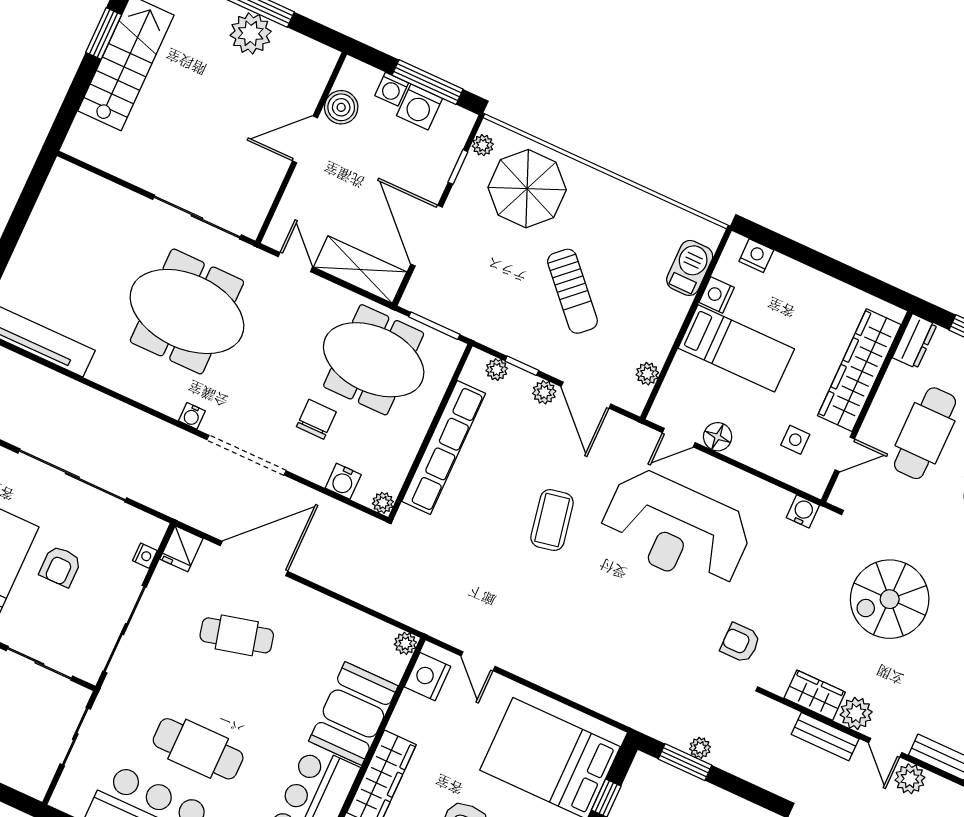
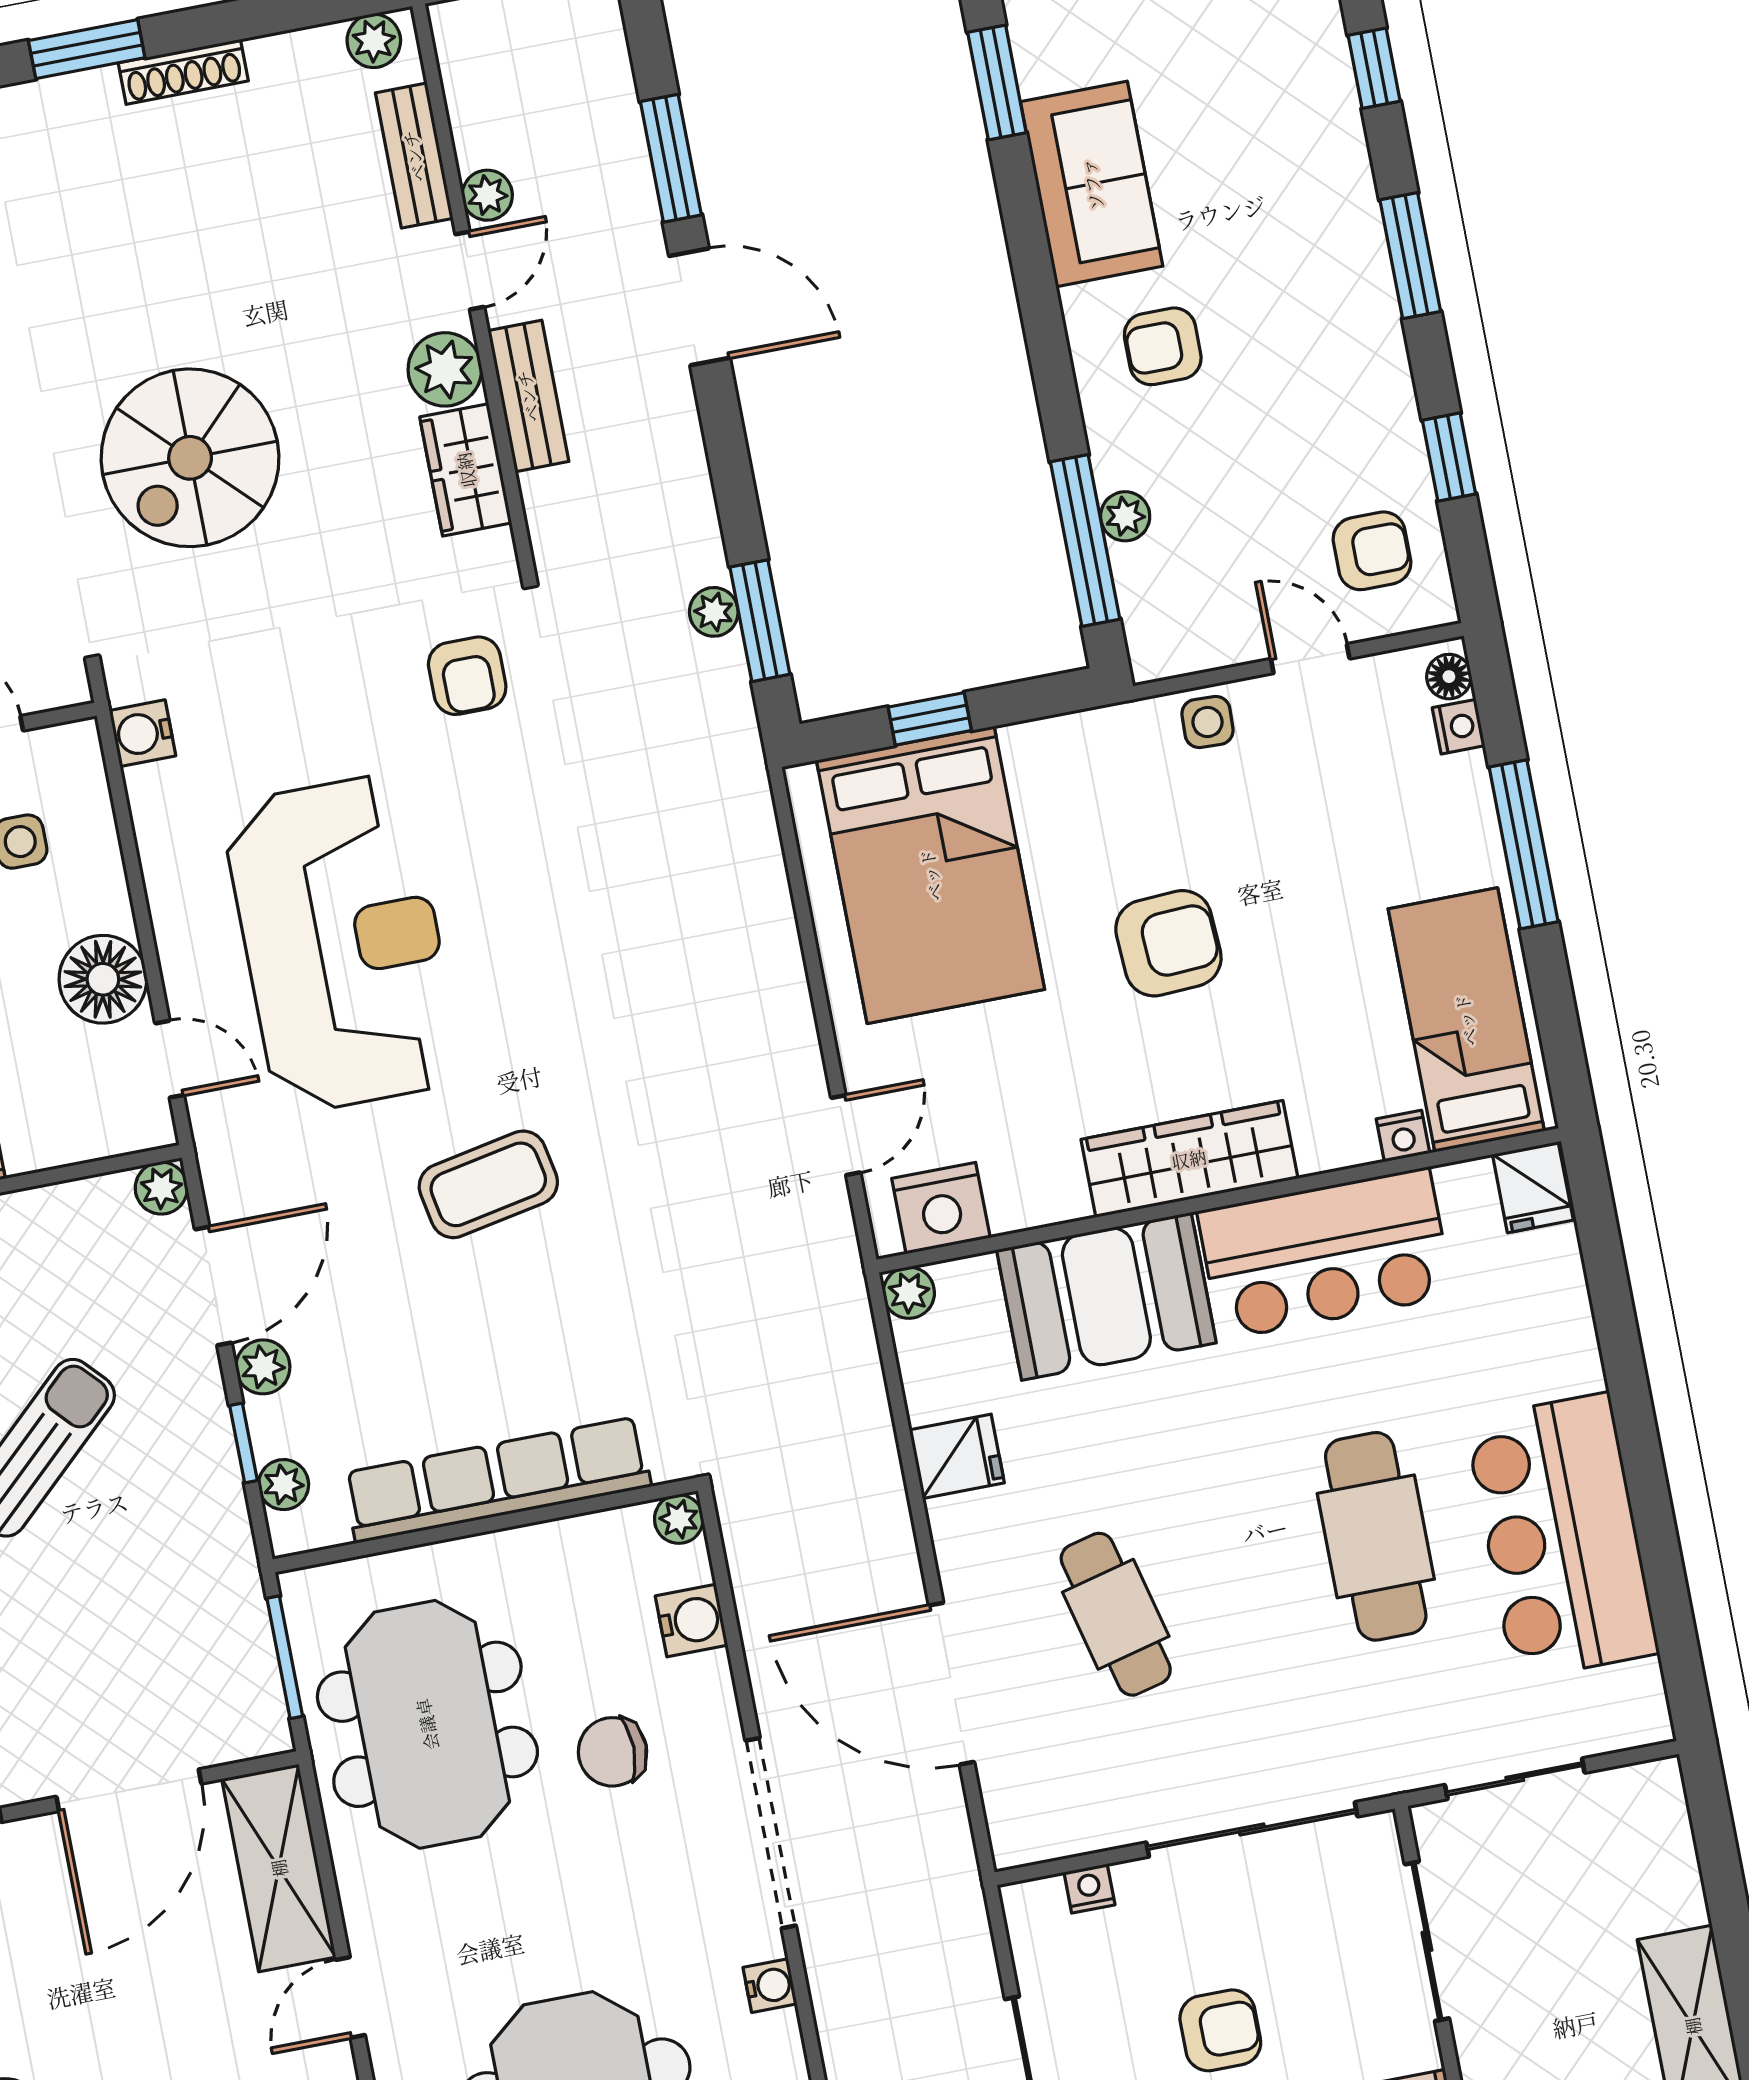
plant: (647, 374) -> (161, 1188), moved
floor lamp: (718, 437) -> (103, 979), width x1.38, depth x1.38
fridge: (181, 549) -> (957, 1456), moved
spiral stairs: (890, 599) -> (190, 458), turned 90
plant: (910, 779) -> (487, 195), width x0.73, depth x0.73

